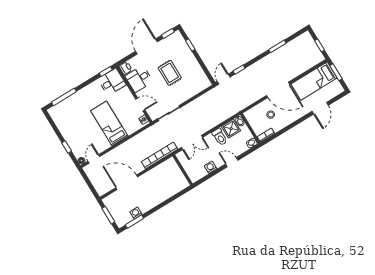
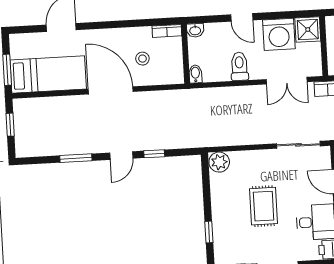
door: (224, 79) -> (121, 156), moved
plant: (204, 83) -> (219, 162), added
shower: (231, 129) -> (308, 30), moved
double door: (192, 142) -> (287, 81), swing flipped
washing machine: (211, 167) -> (279, 34), width x1.89, depth x1.89

